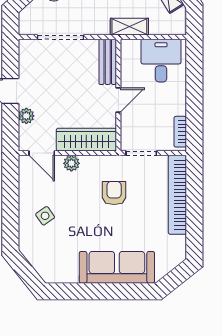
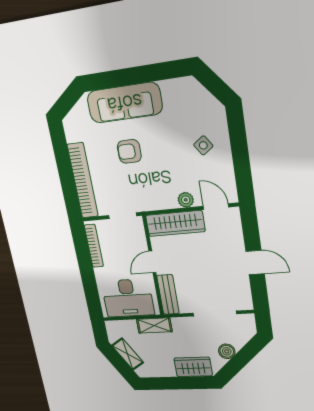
desk: (161, 61) -> (128, 298), width x1.37
plant: (26, 116) -> (236, 241), removed
bookcase: (180, 132) -> (94, 246), width x1.56
armchair: (114, 193) -> (129, 151), moved, turned 90

